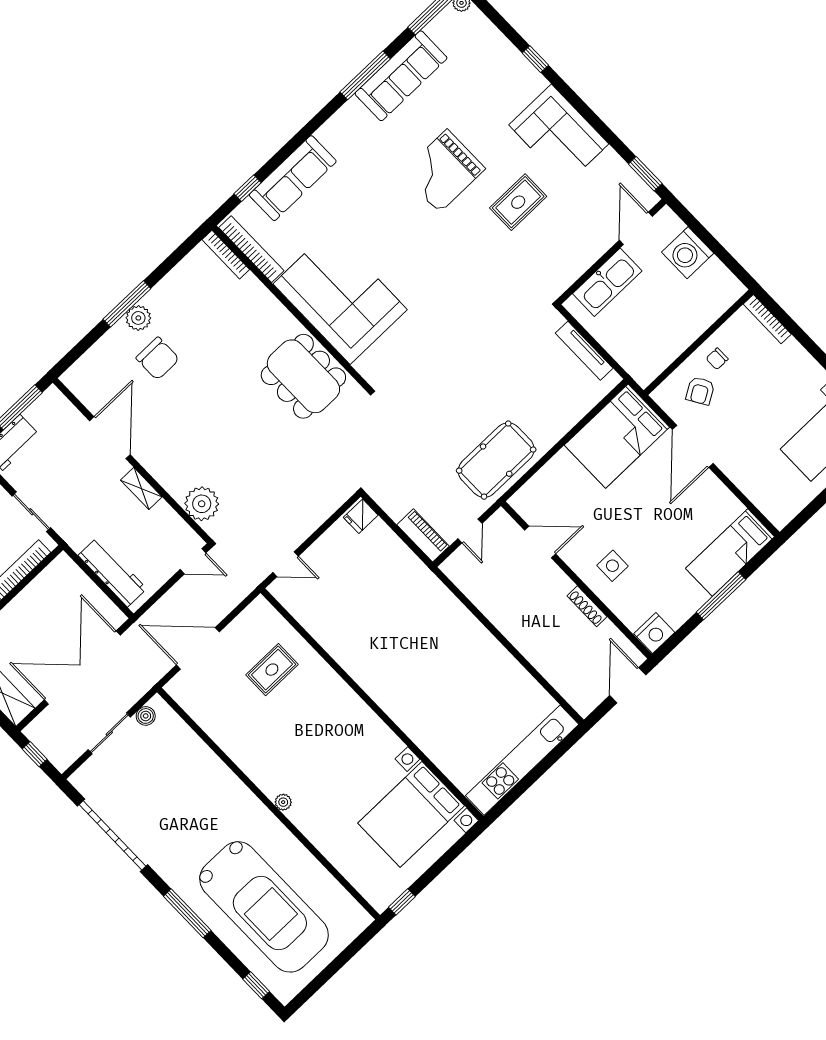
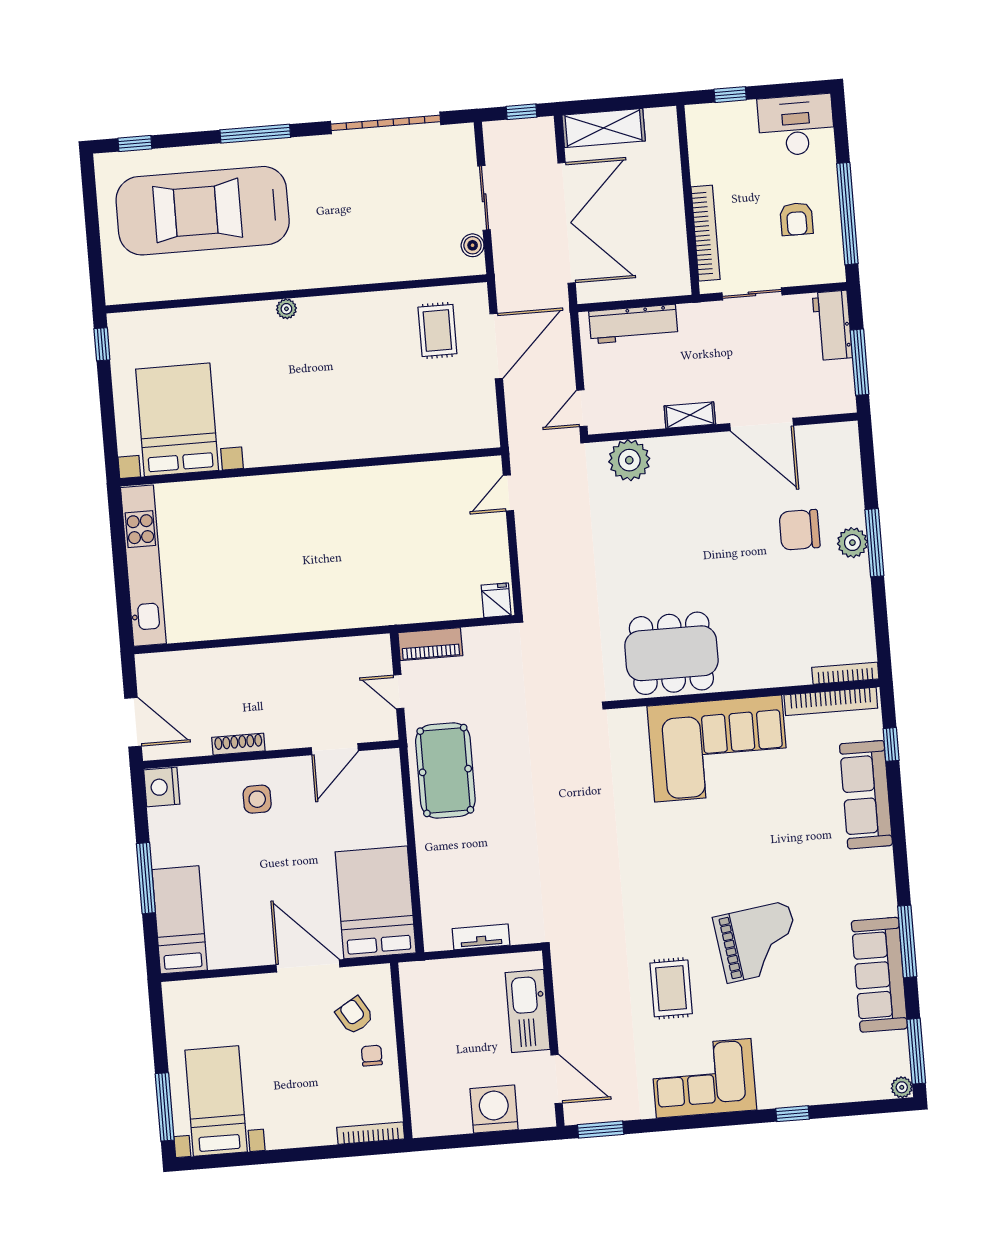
grand piano: (443, 171) -> (758, 942), turned 82
tv unit: (584, 351) -> (481, 937), width x0.71
rug: (272, 670) -> (437, 330), moved

